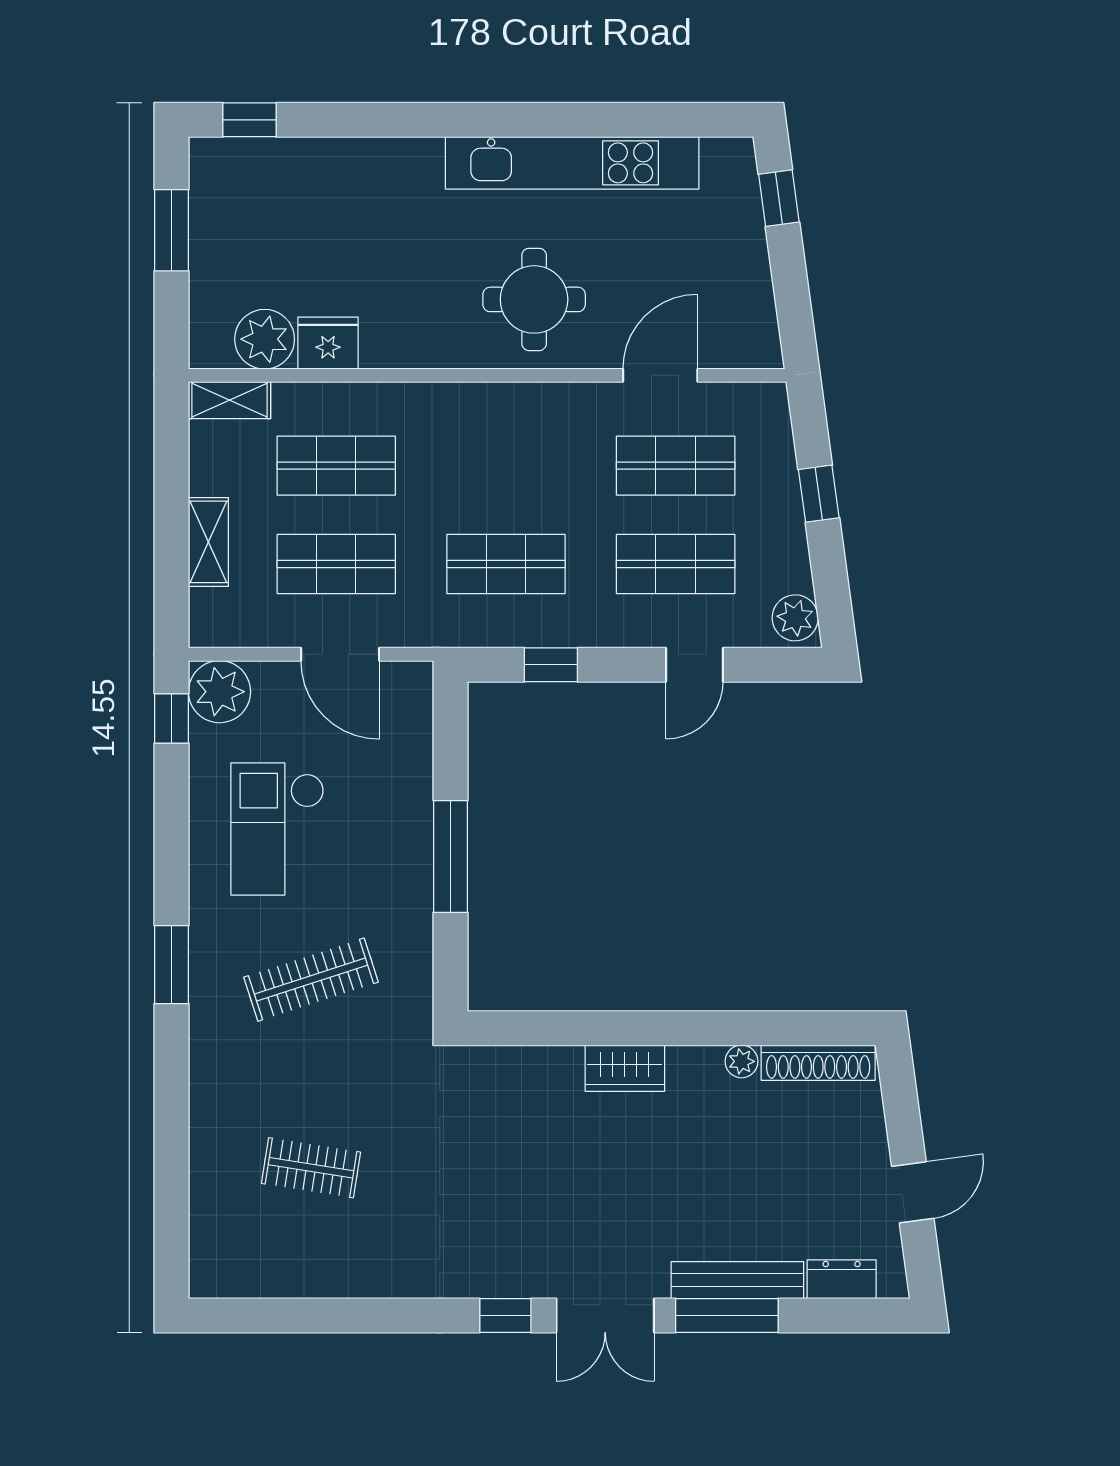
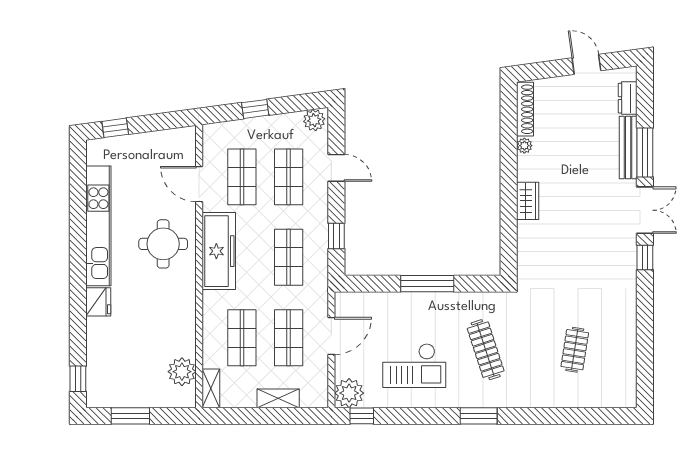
fridge: (328, 343) -> (98, 302), moved, turned 180
freezer: (519, 417) -> (219, 251), added

